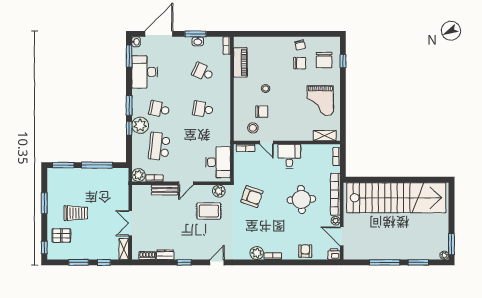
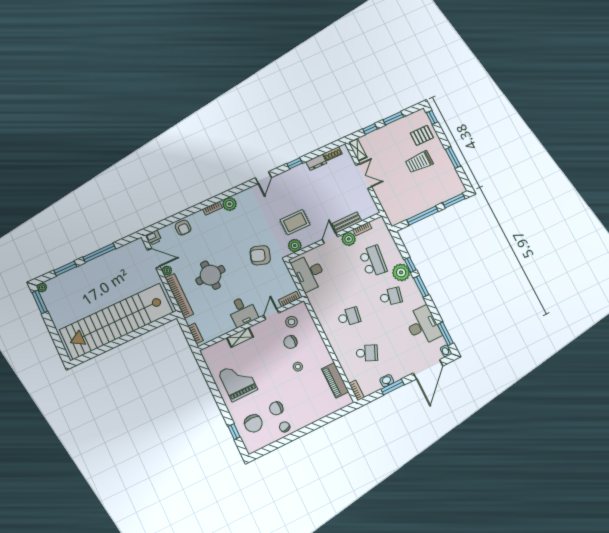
chair: (324, 60) -> (253, 423), turned 180
shelving: (325, 136) -> (240, 337), moved
door: (266, 142) -> (271, 314), hinge flipped
plant: (139, 175) -> (349, 239), moved

